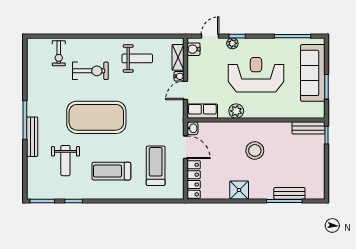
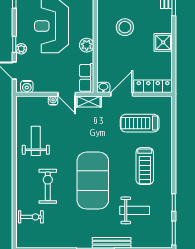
shelving: (178, 57) -> (89, 102), moved

